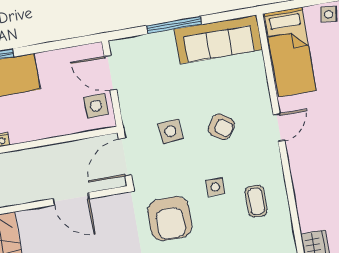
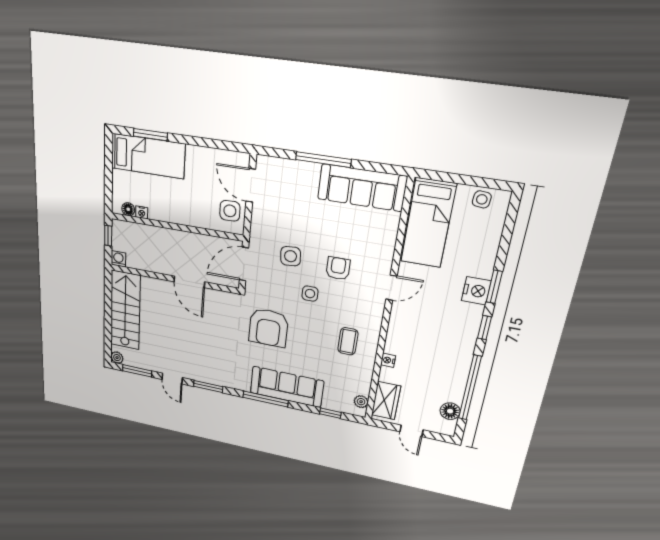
armchair: (221, 127) -> (338, 268), turned -125
side table: (215, 187) -> (310, 294), moved
nightstand: (303, 206) -> (388, 360), added

